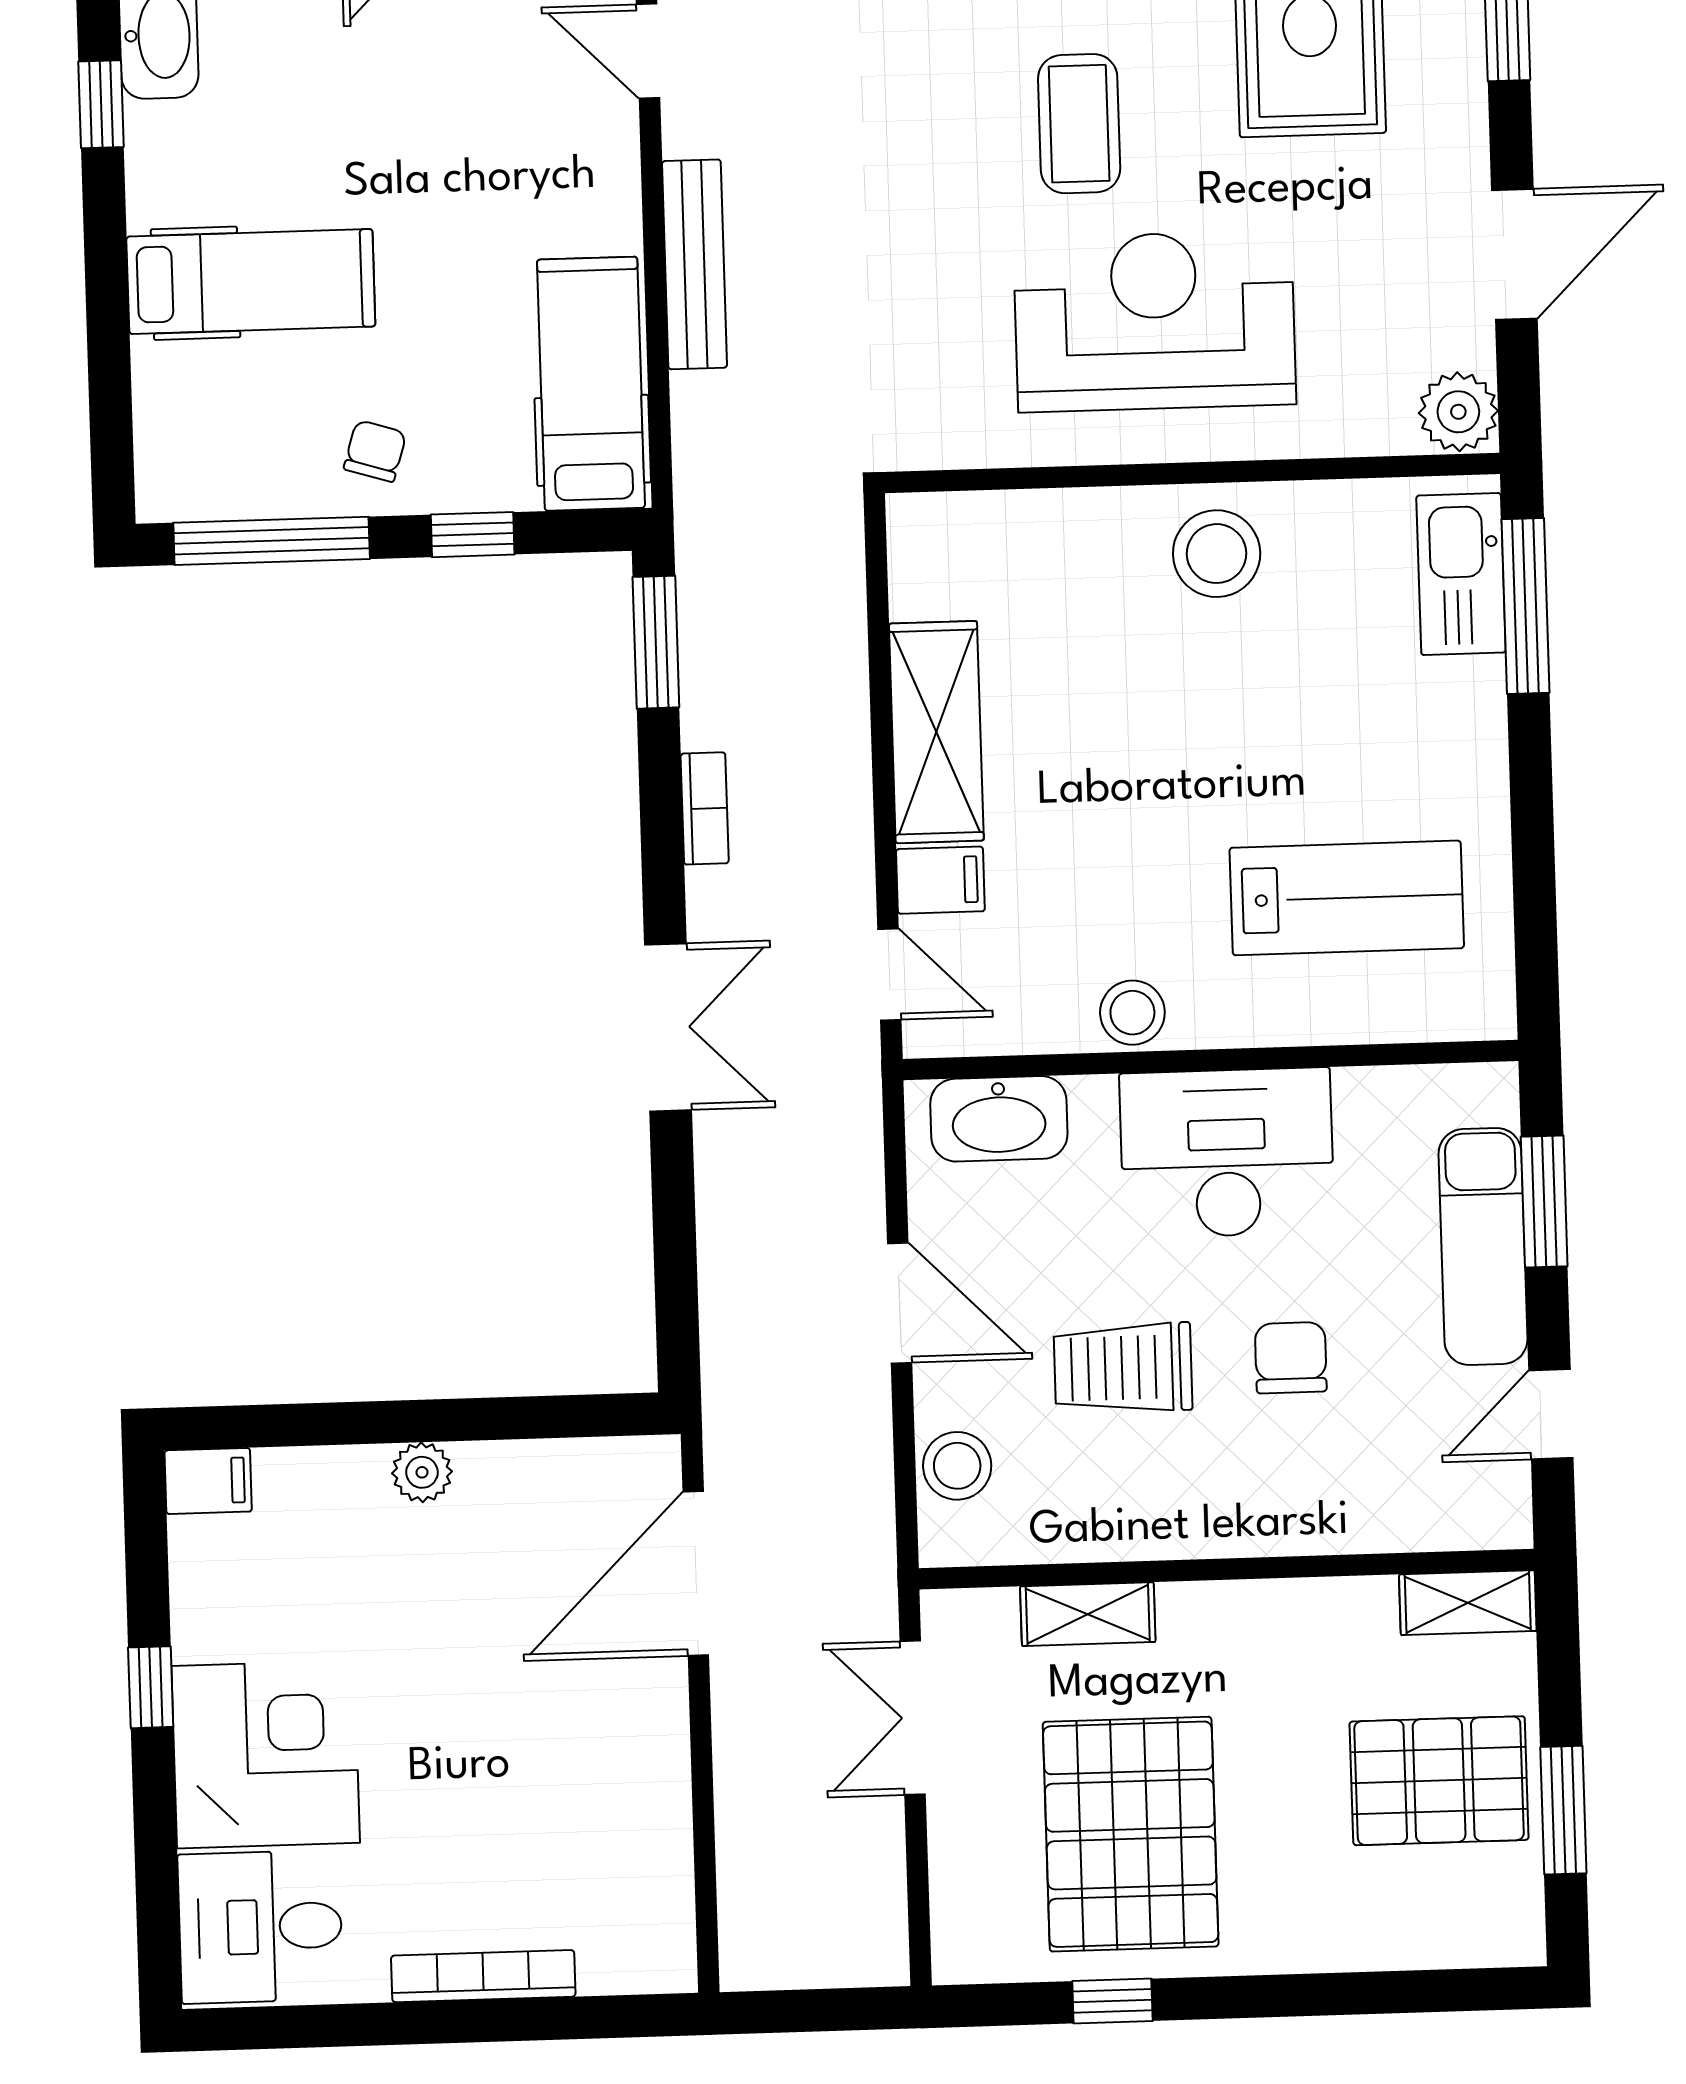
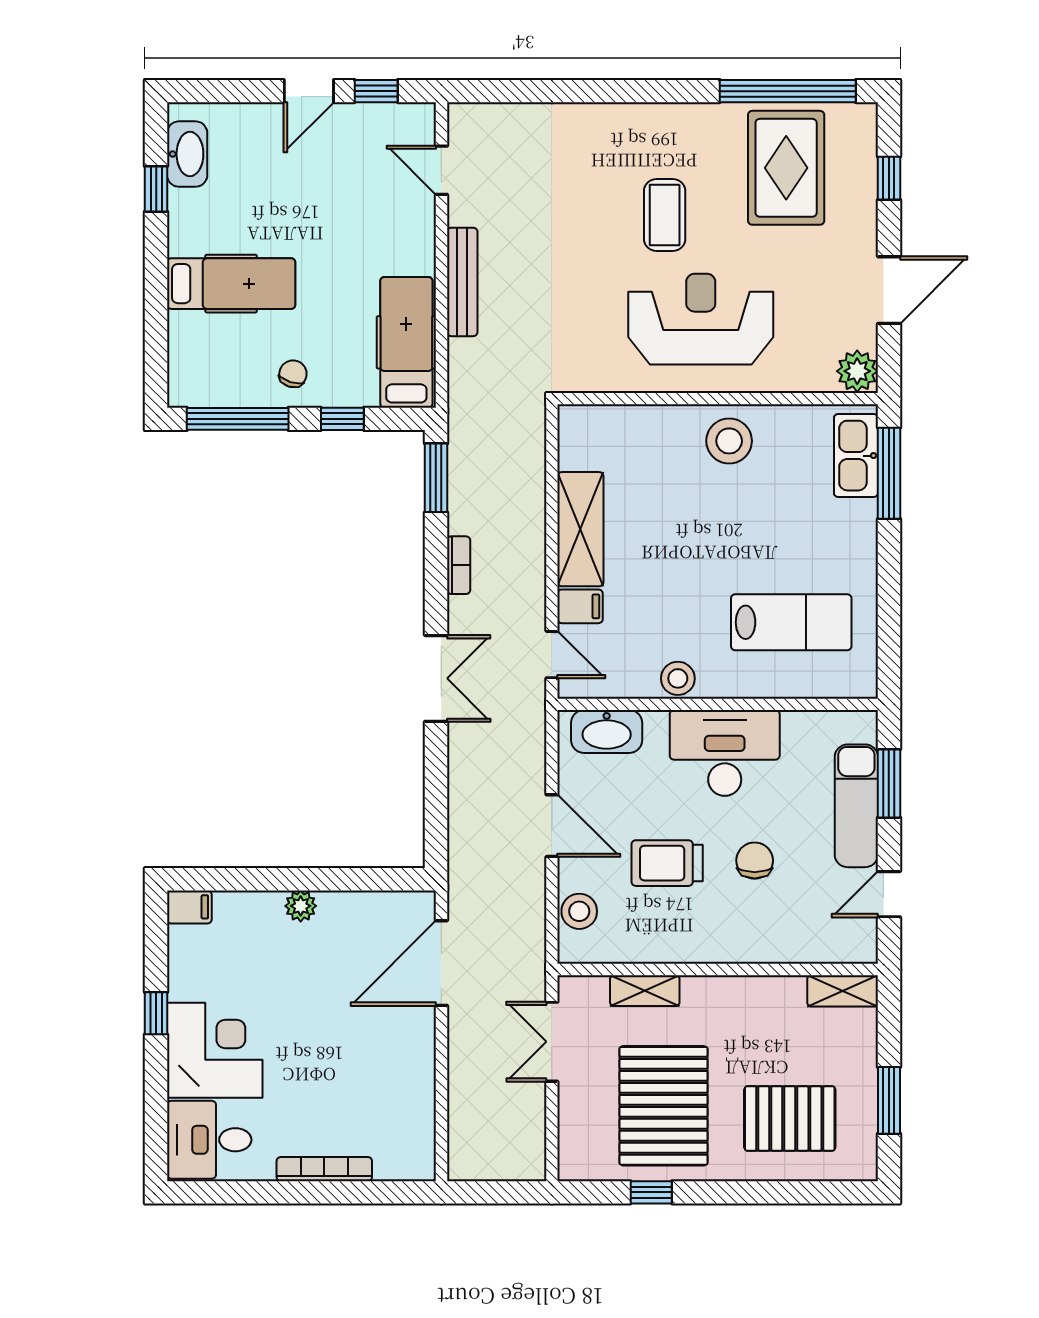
pallet: (1439, 1781) -> (790, 1119), moved

